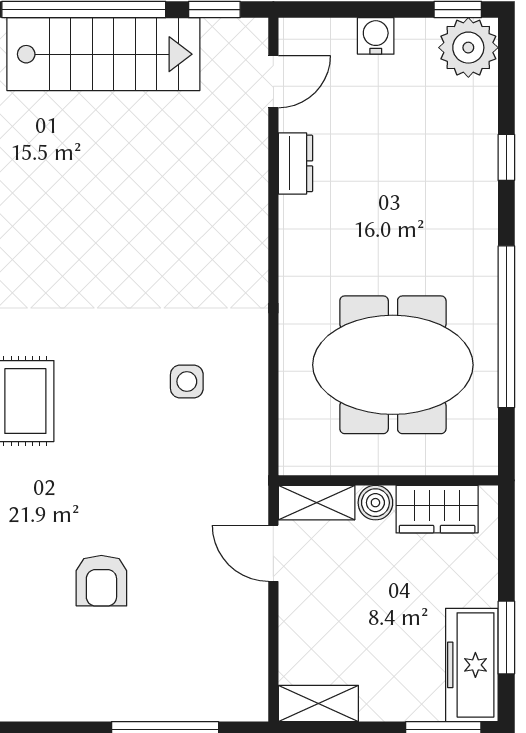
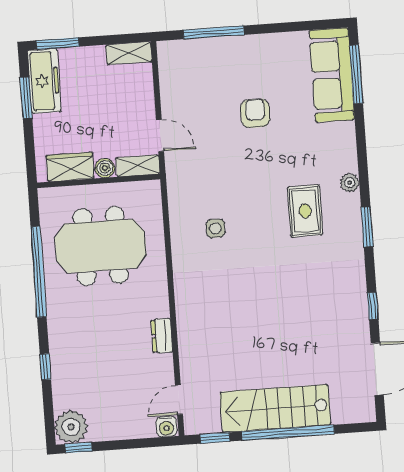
water cooler: (376, 36) -> (166, 427), moved
dresser: (295, 163) -> (162, 336), moved

